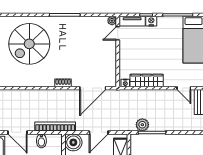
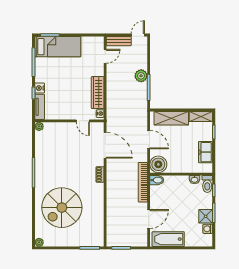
door: (118, 33) -> (83, 121), moved
spiral stairs: (29, 44) -> (62, 208), turned 90
plant: (142, 125) -> (141, 76), moved
bidet: (41, 141) -> (157, 180), moved

